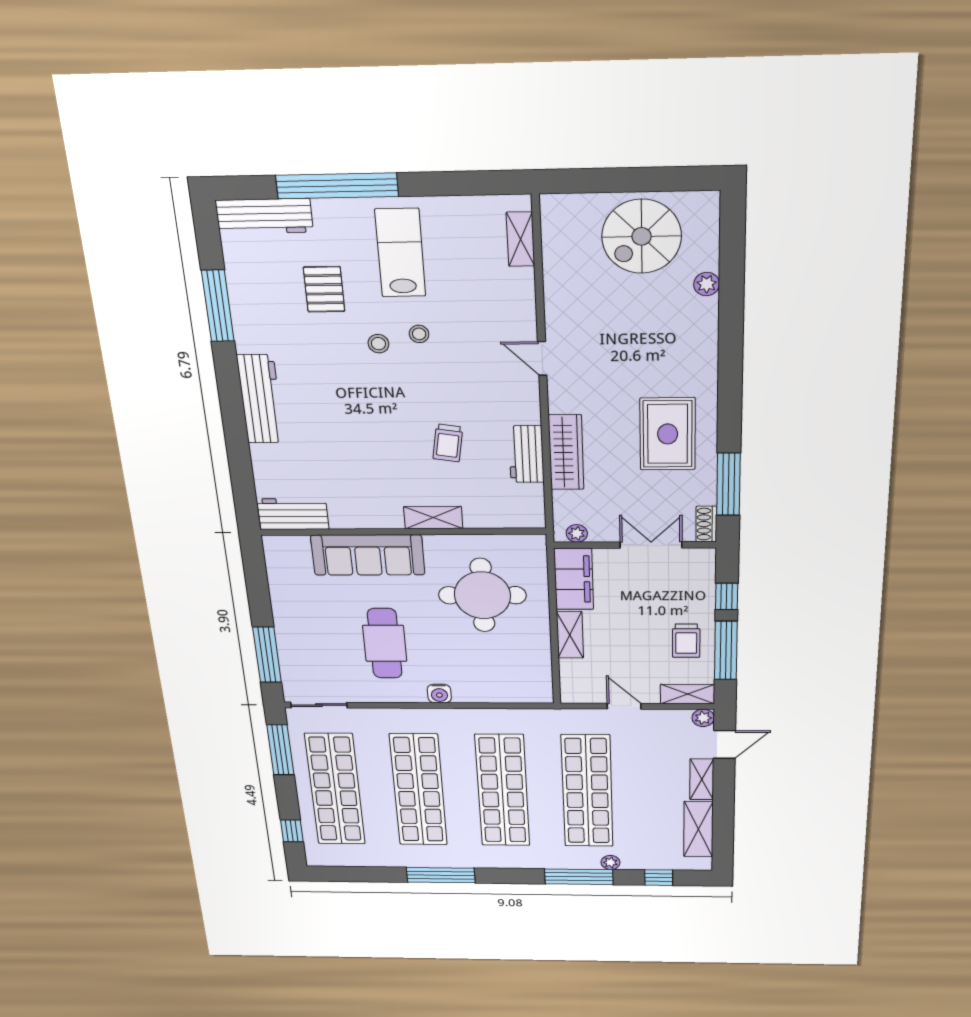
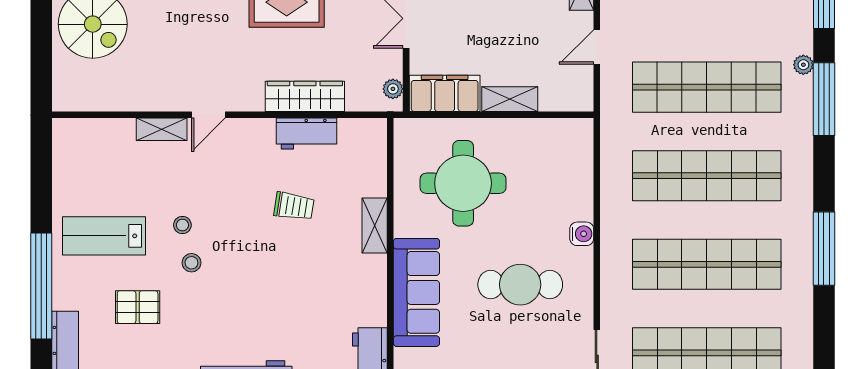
shelving: (521, 239) -> (162, 129), moved

